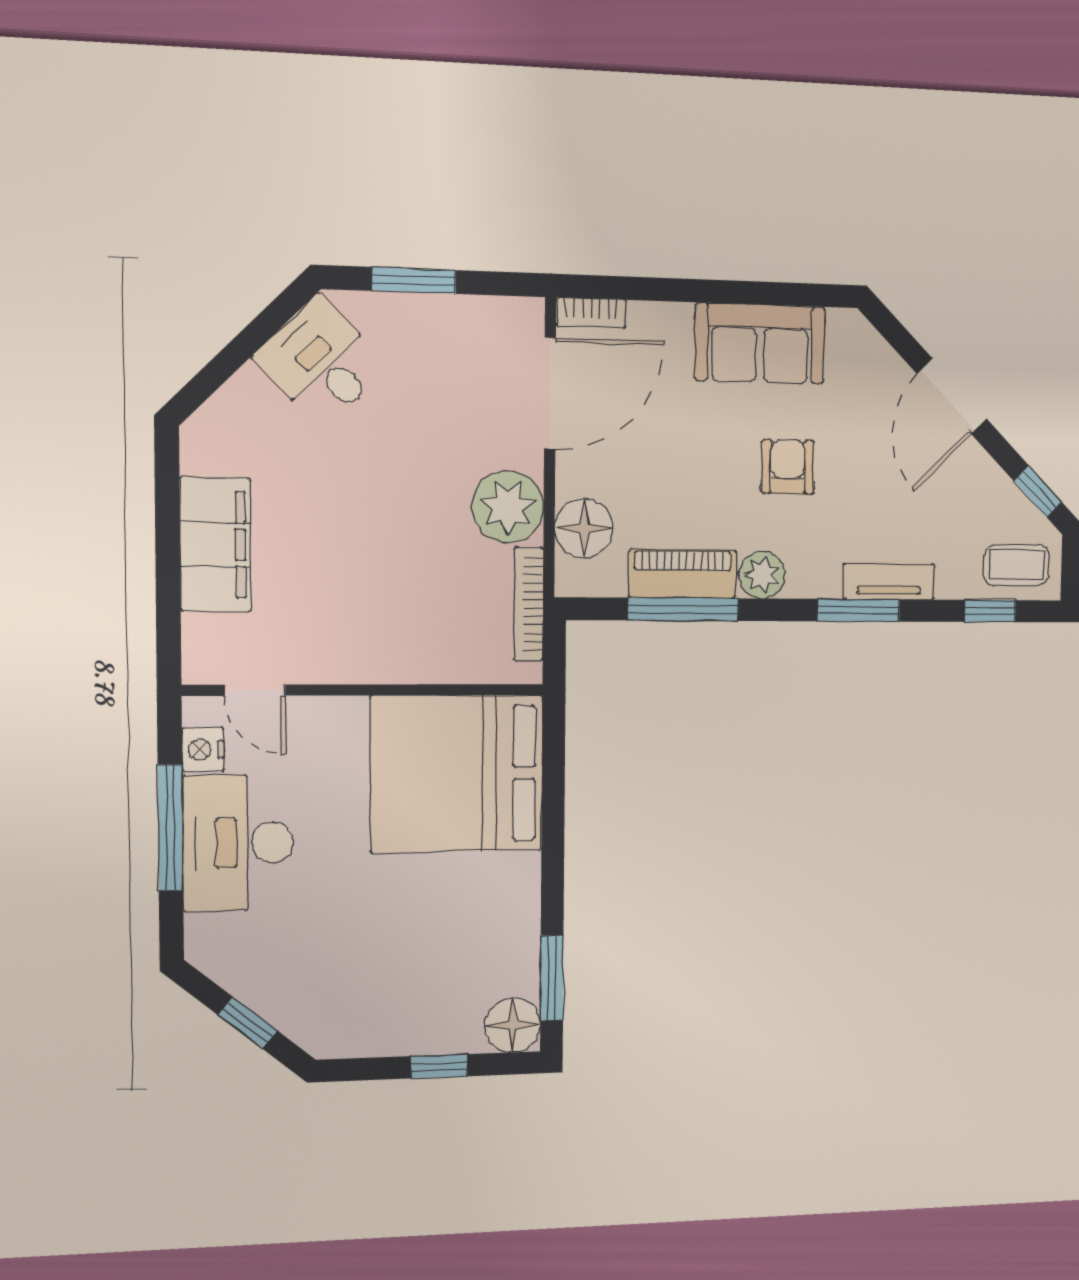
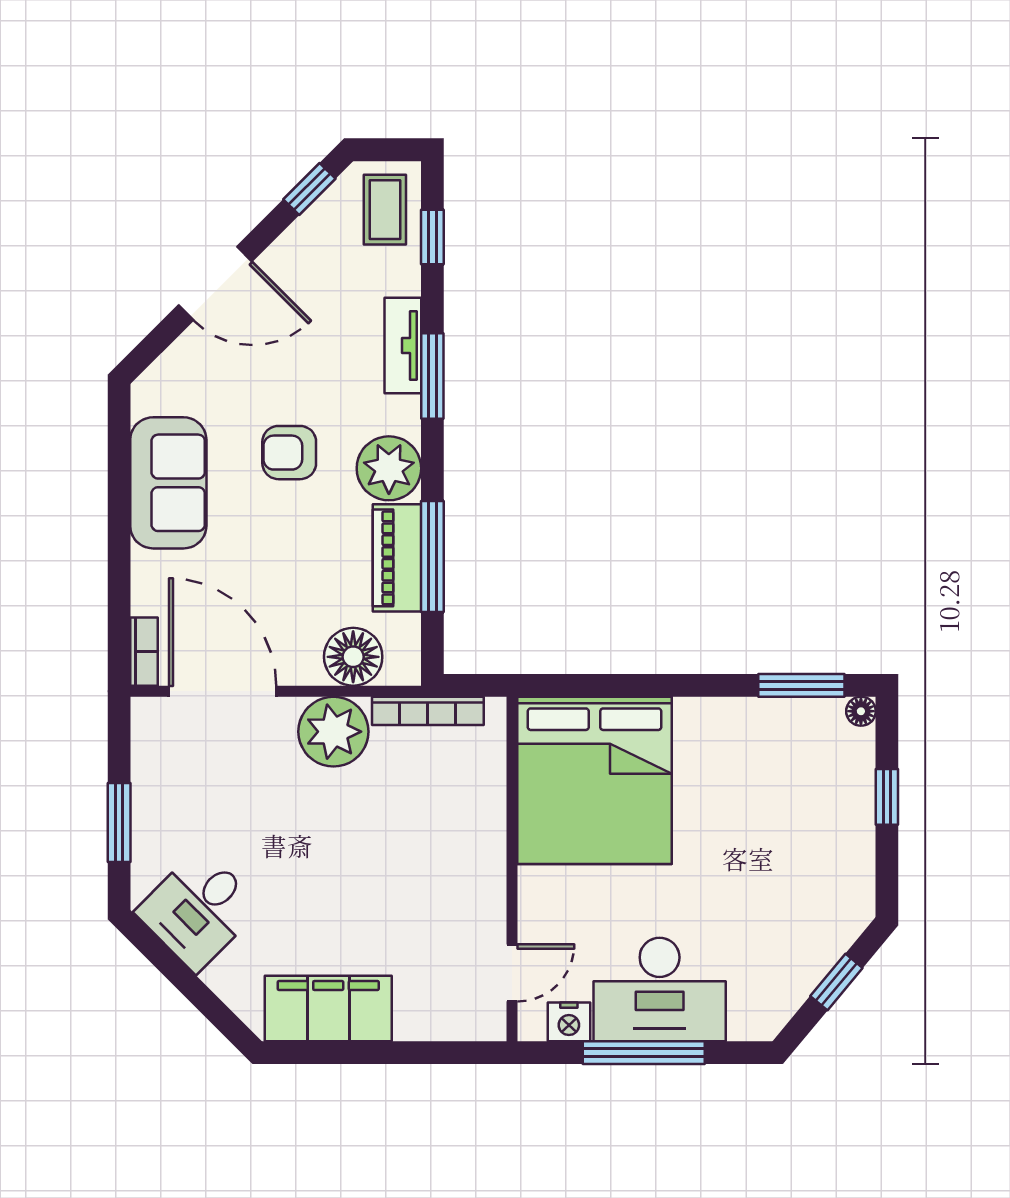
filing cabinet: (216, 545) -> (328, 1008), moved
plant: (762, 575) -> (389, 468), width x1.36, depth x1.36
floor lamp: (513, 1025) -> (861, 711), width x0.53, depth x0.53

